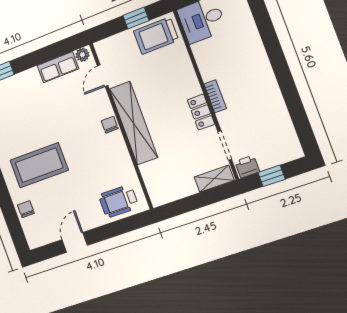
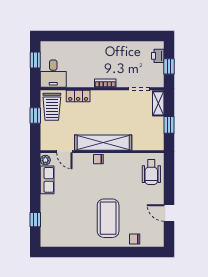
locker: (201, 112) -> (78, 96), moved
printer: (247, 167) -> (158, 56), moved
window: (190, 203) -> (169, 125), added

